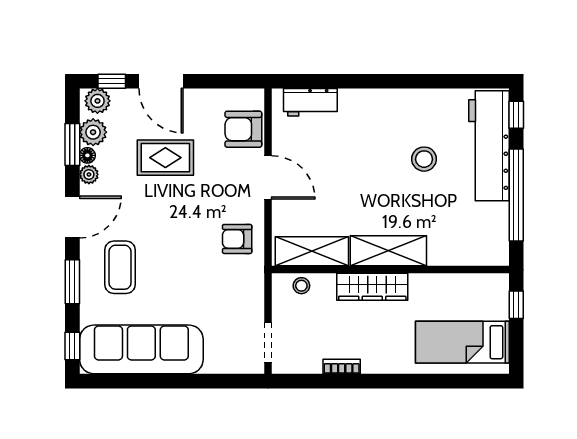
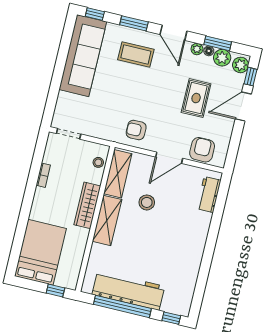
workbench: (489, 146) -> (128, 290), moved
stool: (424, 159) -> (147, 202), moved
armchair: (237, 239) -> (136, 130), turned -90
bed: (462, 342) -> (40, 252), width x1.50

